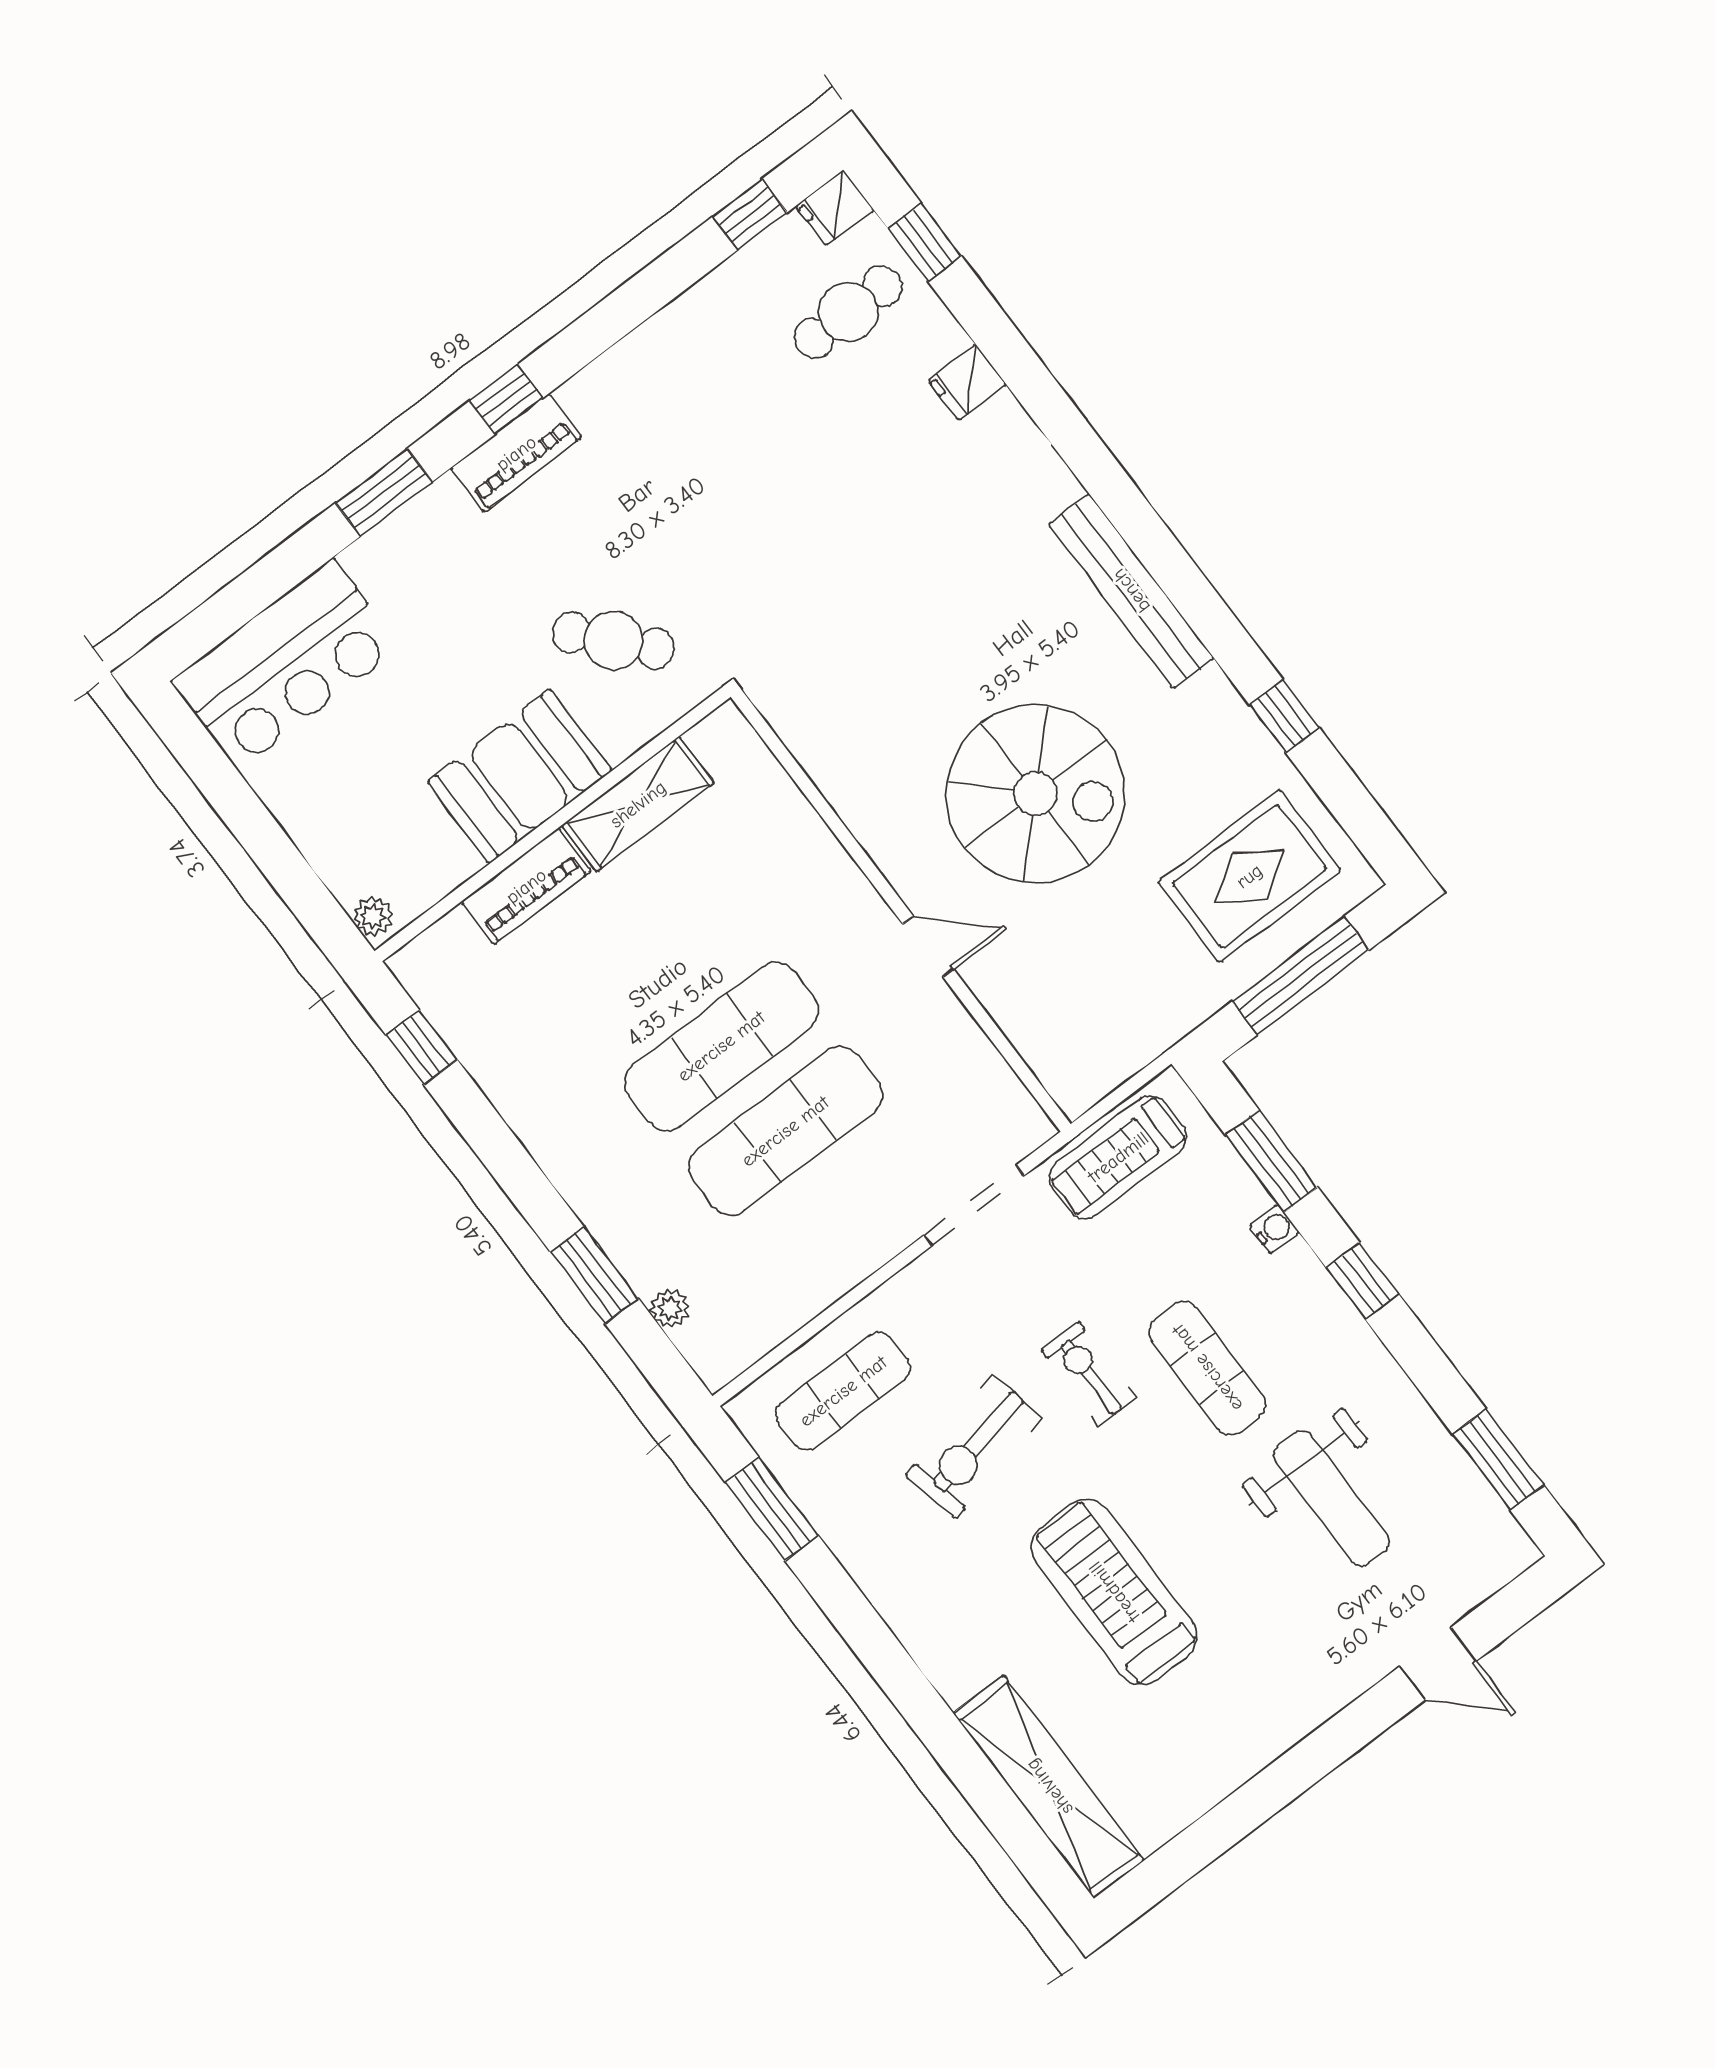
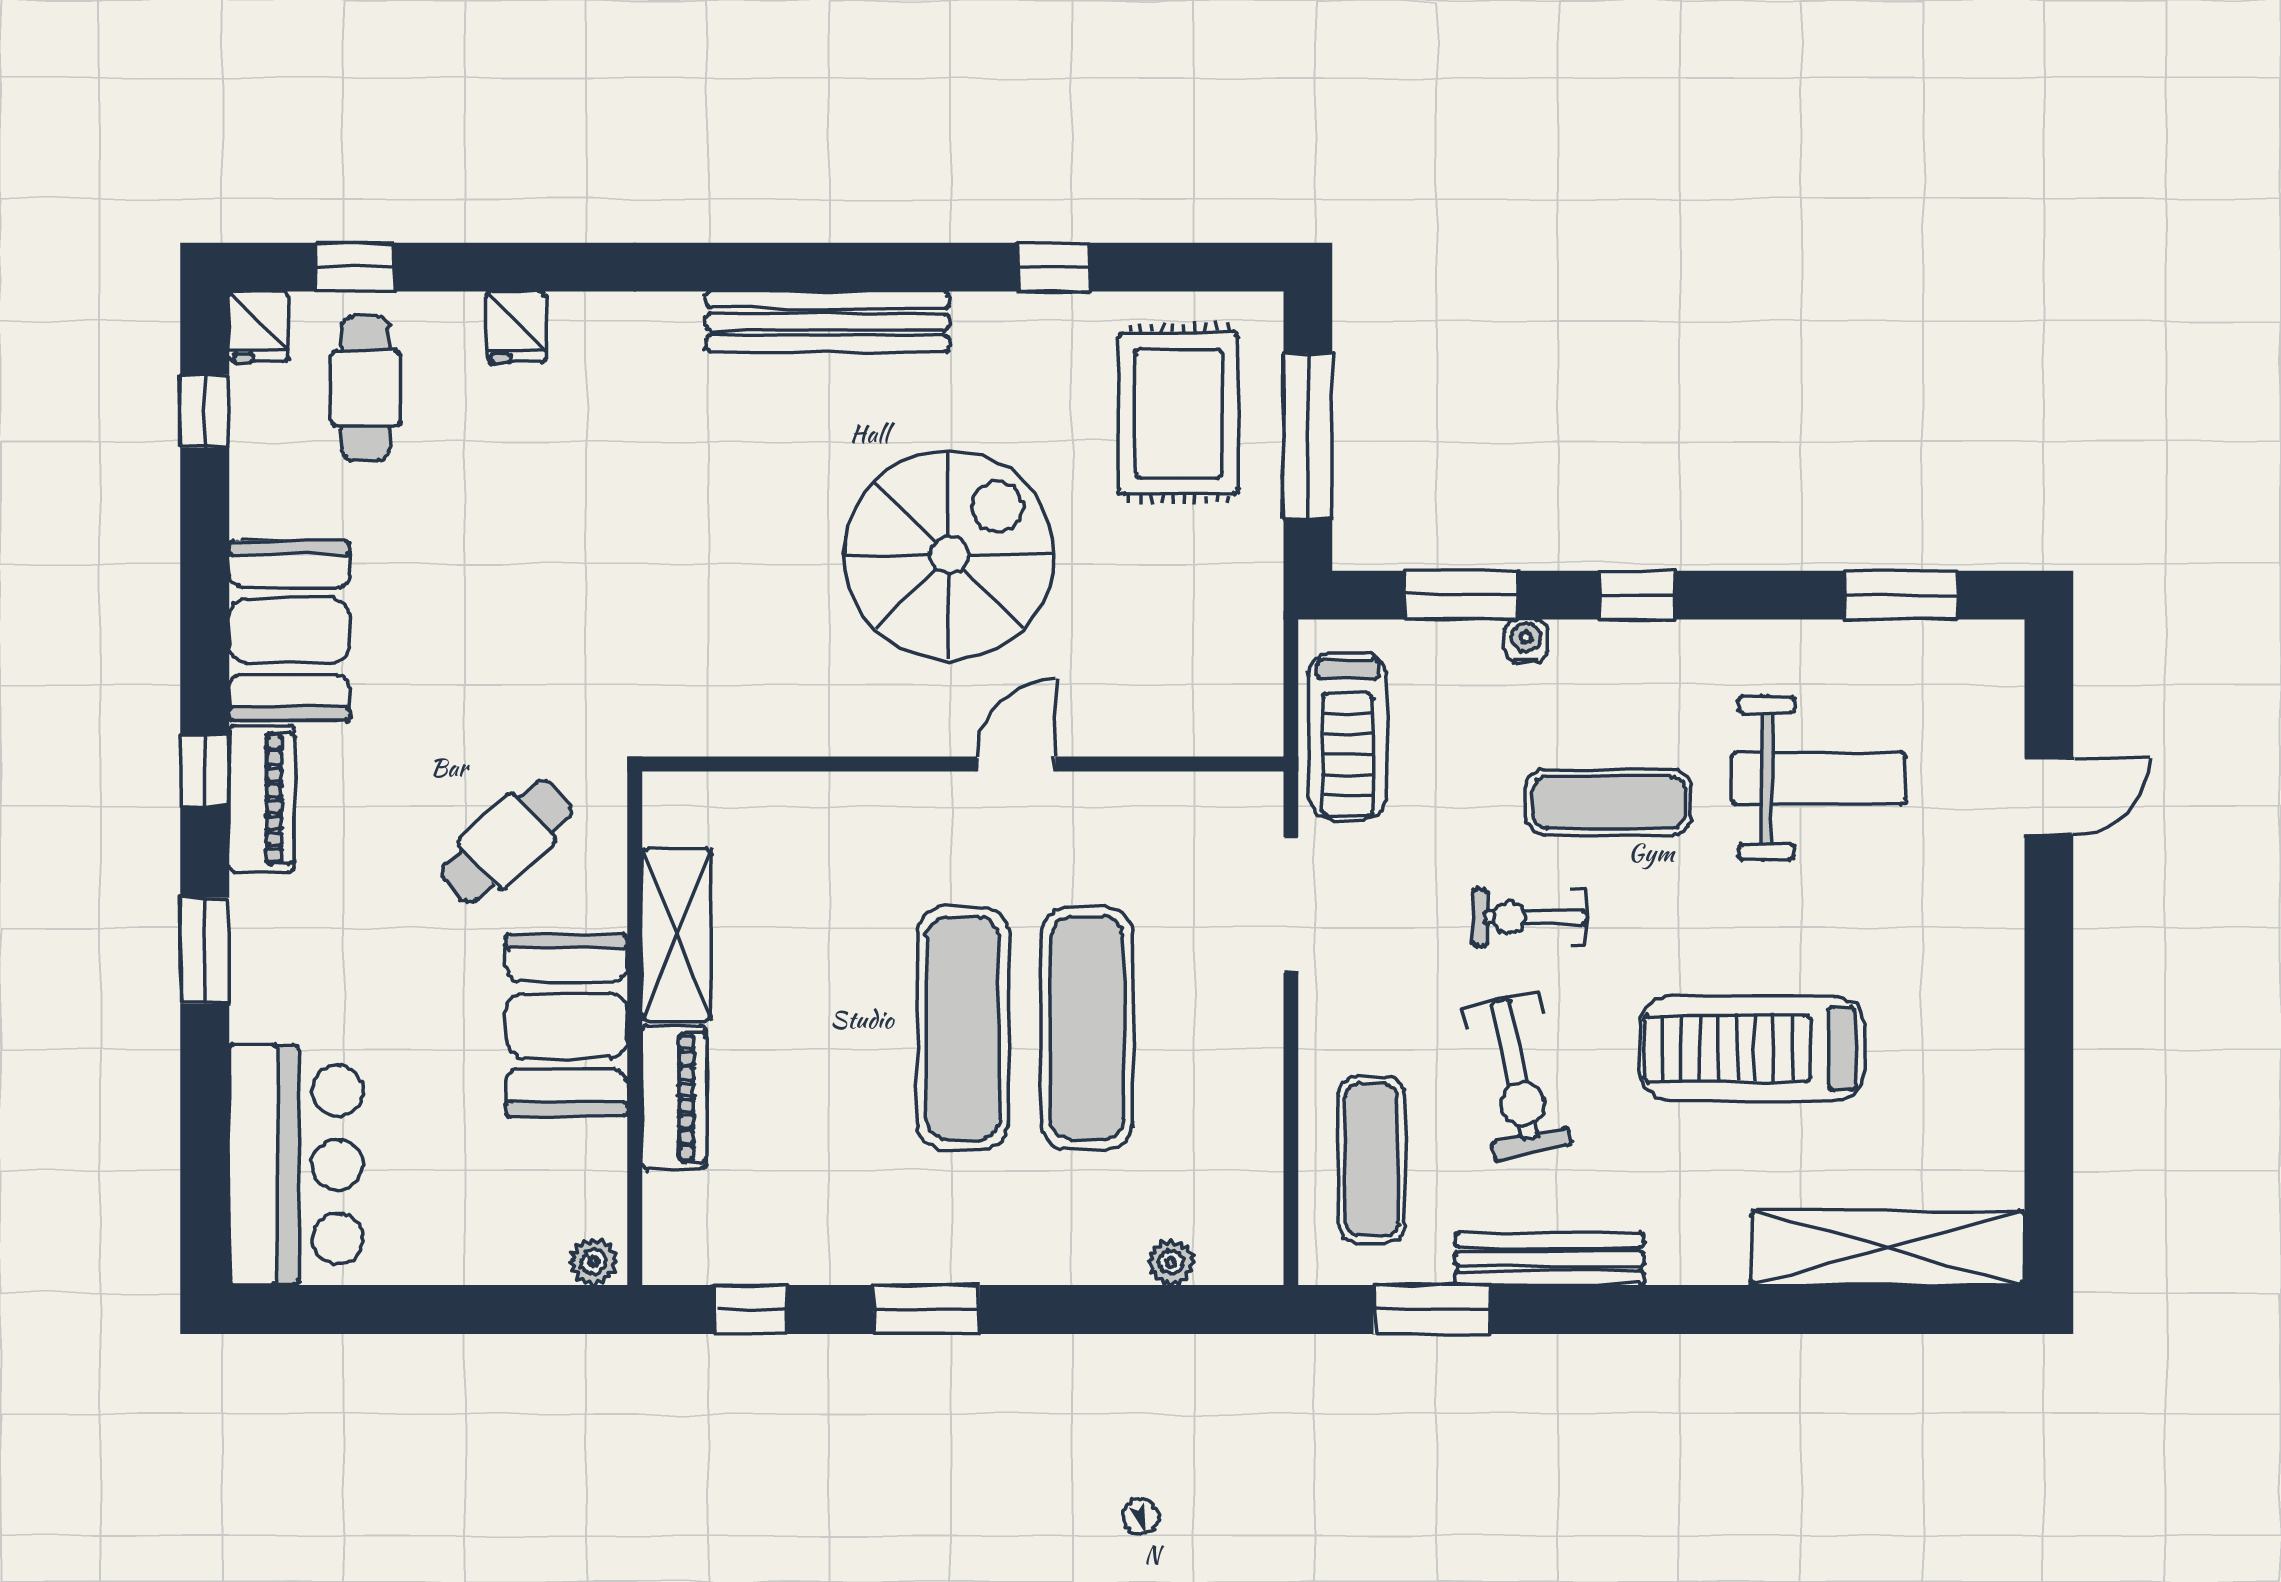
booth: (644, 385) -> (289, 631), added
window: (594, 1275) -> (926, 1309), moved
bench: (867, 1563) -> (1550, 1259), added

